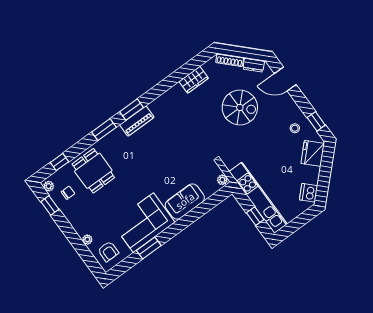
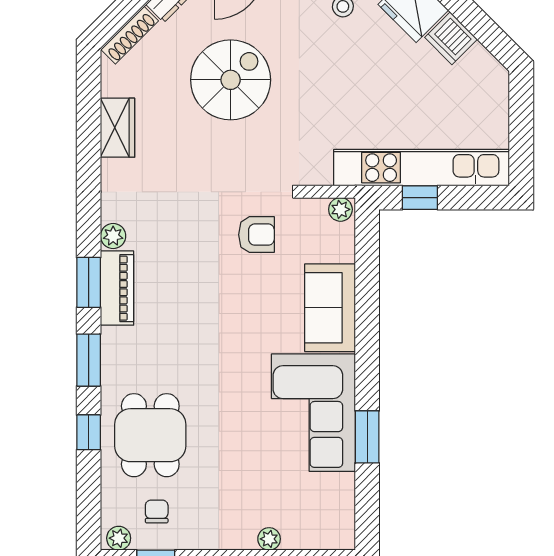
plant: (154, 106) -> (113, 236), added
window: (59, 162) -> (89, 432), moved
dining table: (93, 171) -> (150, 435), turned 90
dishwasher: (309, 193) -> (451, 38), moved
window: (255, 216) -> (420, 198), moved
armchair: (108, 251) -> (256, 235), moved

